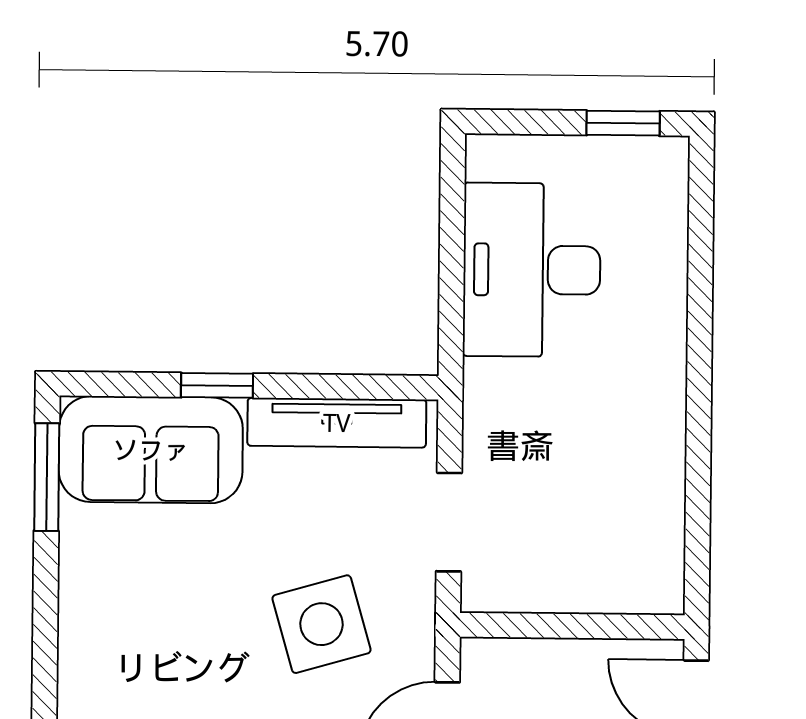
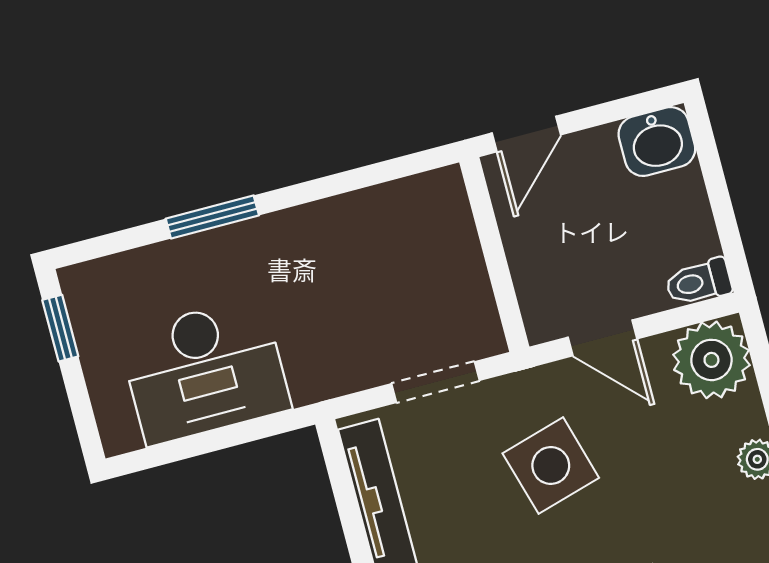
window: (700, 325) -> (212, 217), added

